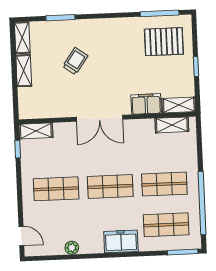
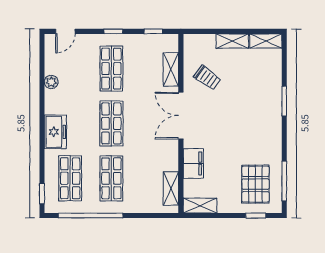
window: (60, 18) -> (284, 101), moved
trolley: (75, 61) -> (207, 78), moved
window: (196, 66) -> (256, 215), moved
shelving: (179, 105) -> (200, 206), moved, turned 90
shelving: (36, 131) -> (171, 69), moved
window: (19, 189) -> (113, 31), added
window: (183, 252) -> (42, 194), width x0.67

